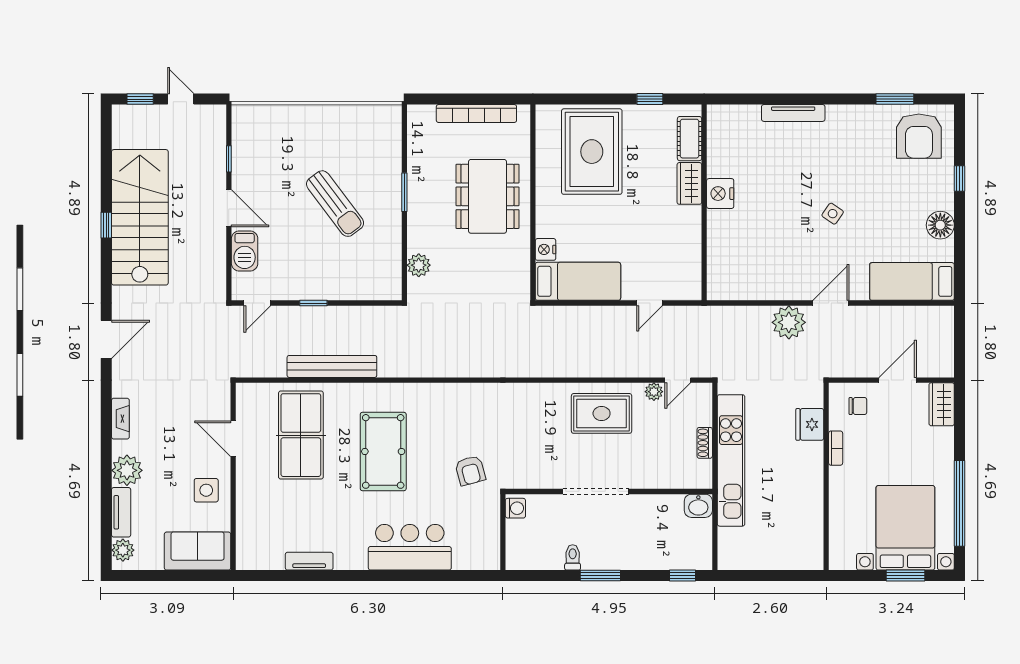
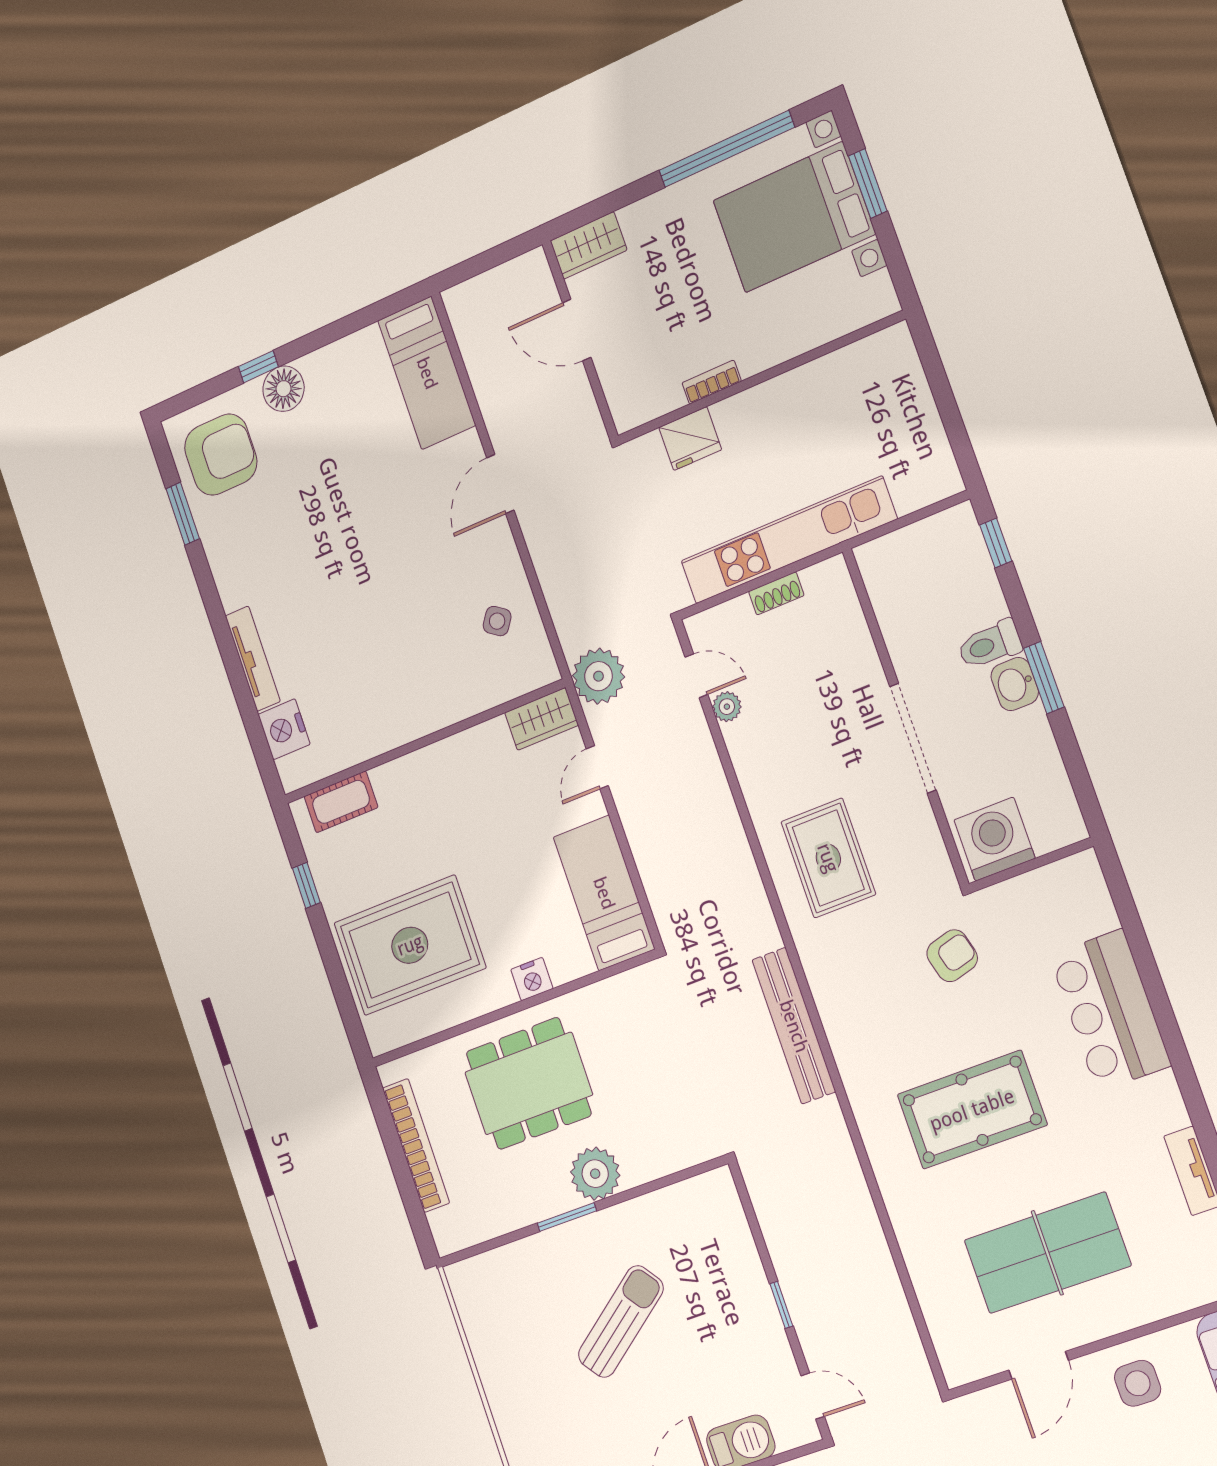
wardrobe: (689, 183) -> (541, 719), moved
nightstand: (720, 194) -> (284, 729), moved, turned 90
side table: (833, 214) -> (497, 621), moved
floor lamp: (940, 225) -> (284, 389), moved
nightstand: (546, 249) -> (532, 979), moved
plant: (419, 265) -> (595, 1174), moved, width x1.36, depth x1.36
door: (650, 303) -> (597, 767), swing flipped
door: (831, 303) -> (500, 484), hinge flipped
plant: (789, 322) -> (599, 676), moved
bench: (332, 366) -> (794, 1026), moved
chair: (858, 406) -> (636, 375), removed
rug: (602, 413) -> (828, 858), moved
table tennis table: (301, 435) -> (1047, 1253), moved
washbasin: (698, 506) -> (1015, 684), moved, turned 180
washing machine: (515, 508) -> (994, 839), width x1.89, depth x1.89
toilet: (573, 557) -> (990, 645), moved, width x1.37, depth x1.39

